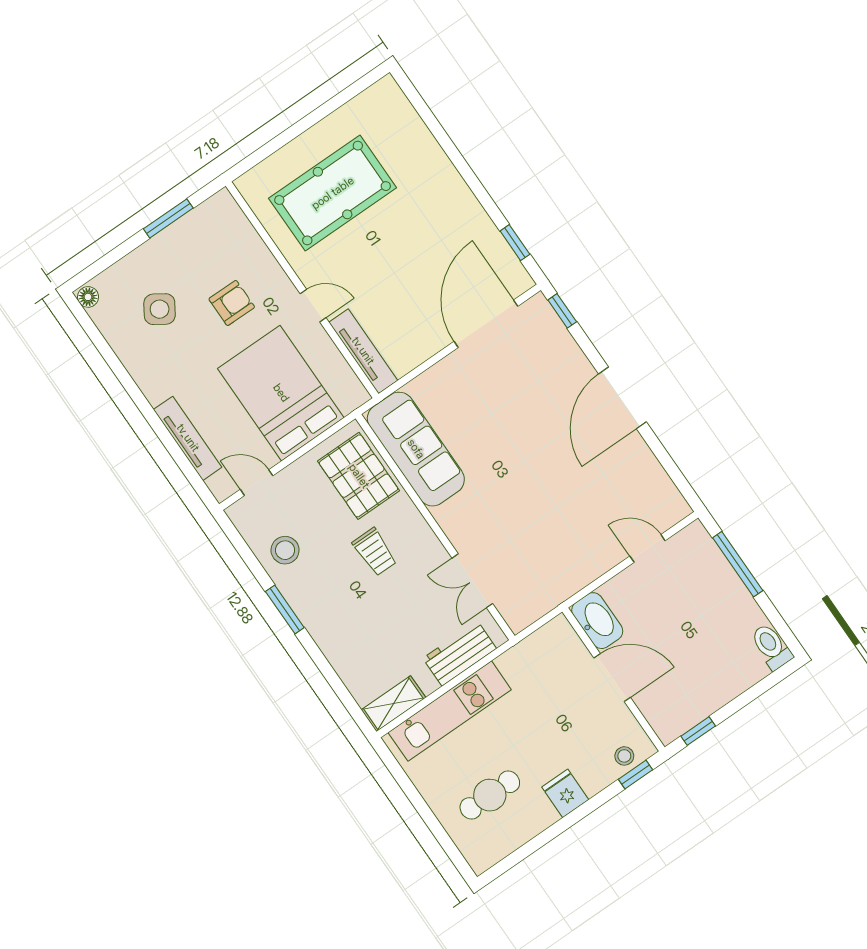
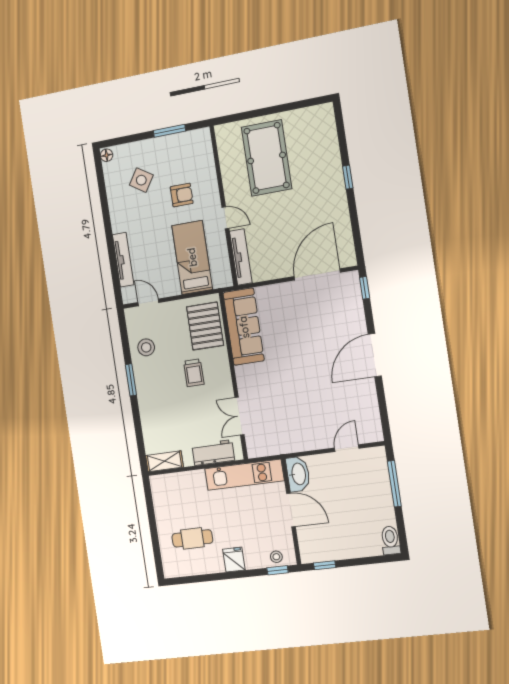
pool table: (333, 193) -> (267, 158), turned 90
window: (515, 243) -> (348, 177), moved
bed: (281, 393) -> (192, 257), width x0.67
door: (648, 548) -> (347, 448), hinge flipped
kitchen unit: (450, 711) -> (244, 475), moved

